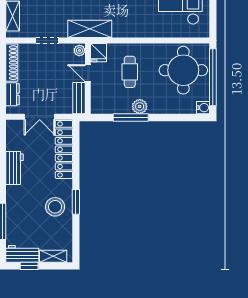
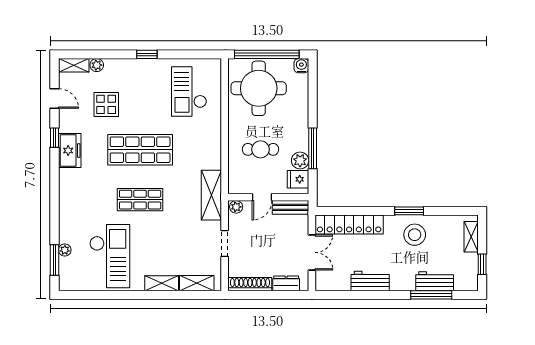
fridge: (99, 53) -> (298, 179), moved, turned 180
plant: (140, 106) -> (300, 161), moved
workbench: (22, 254) -> (435, 281), moved, turned 90

